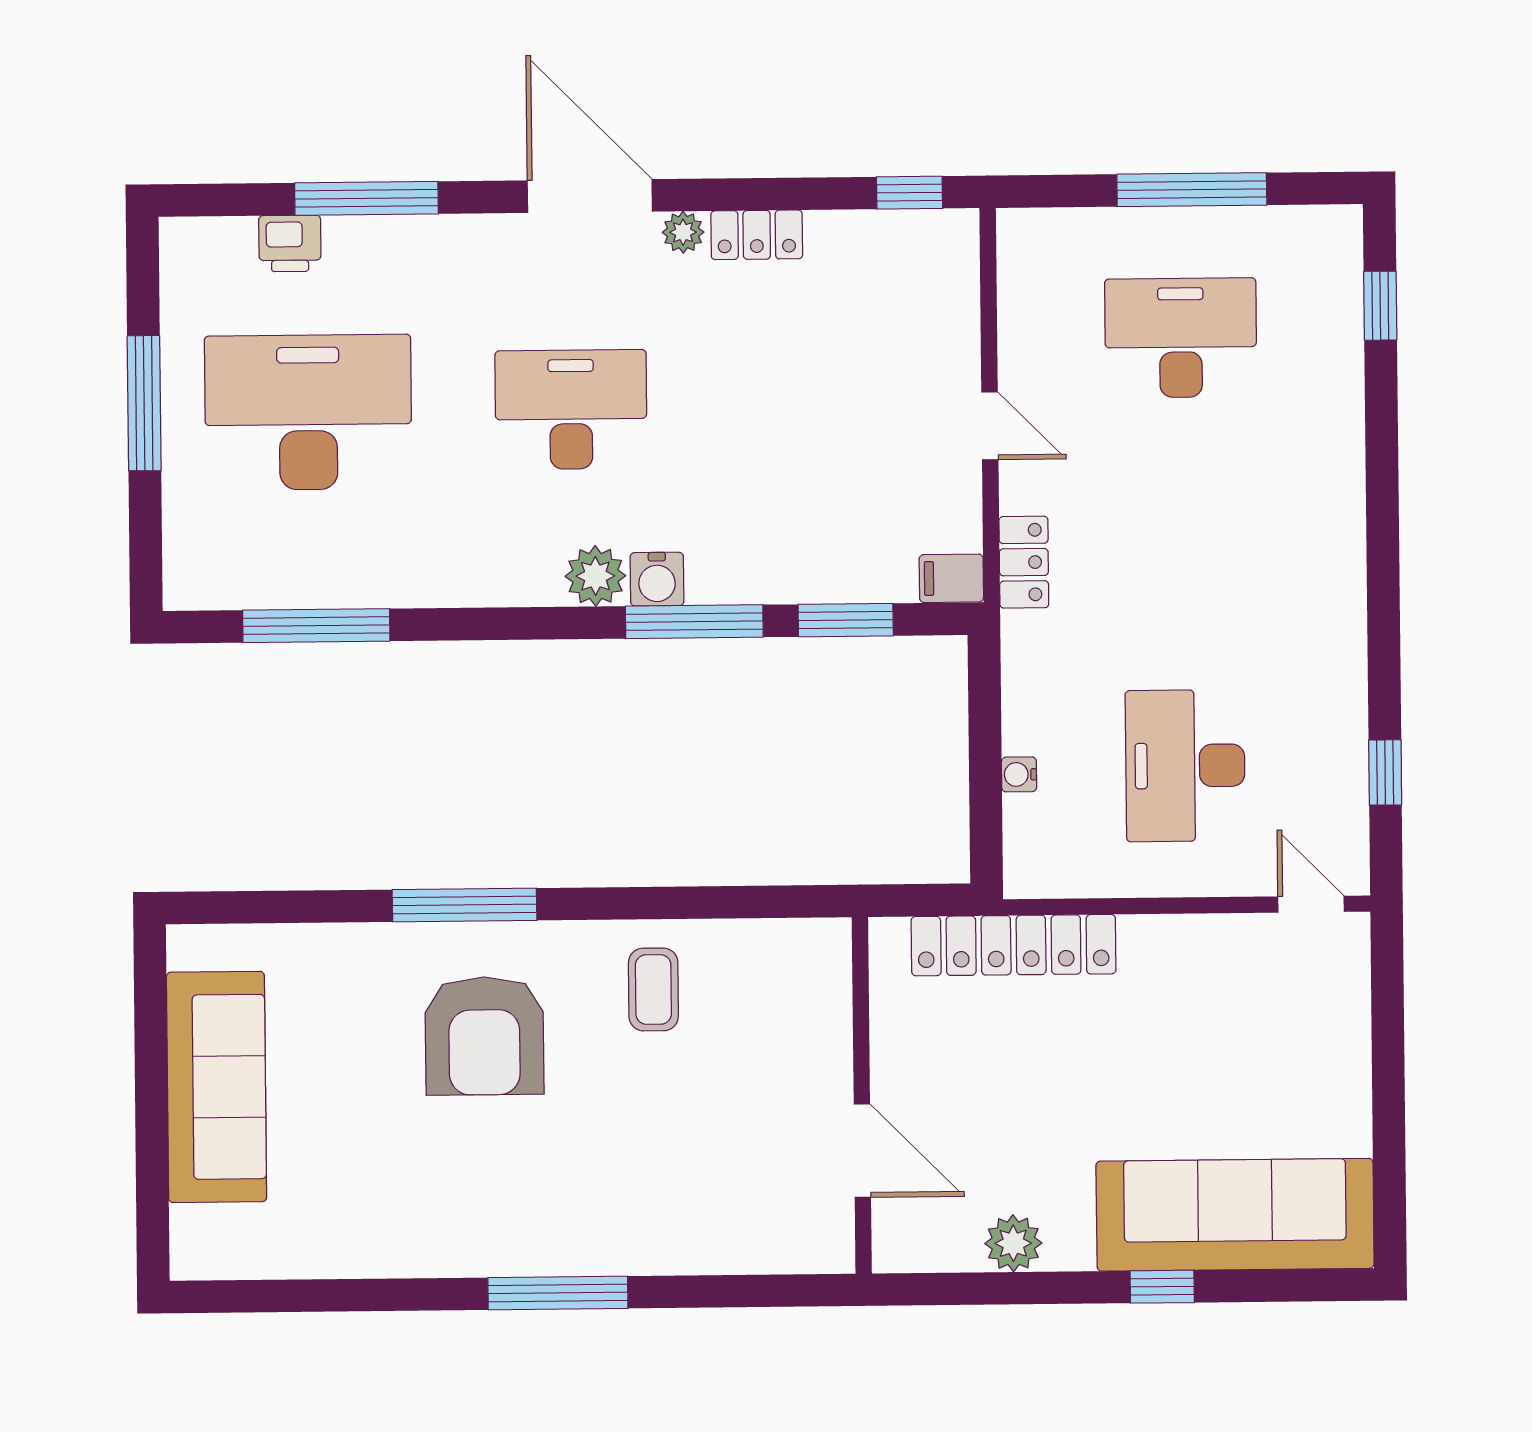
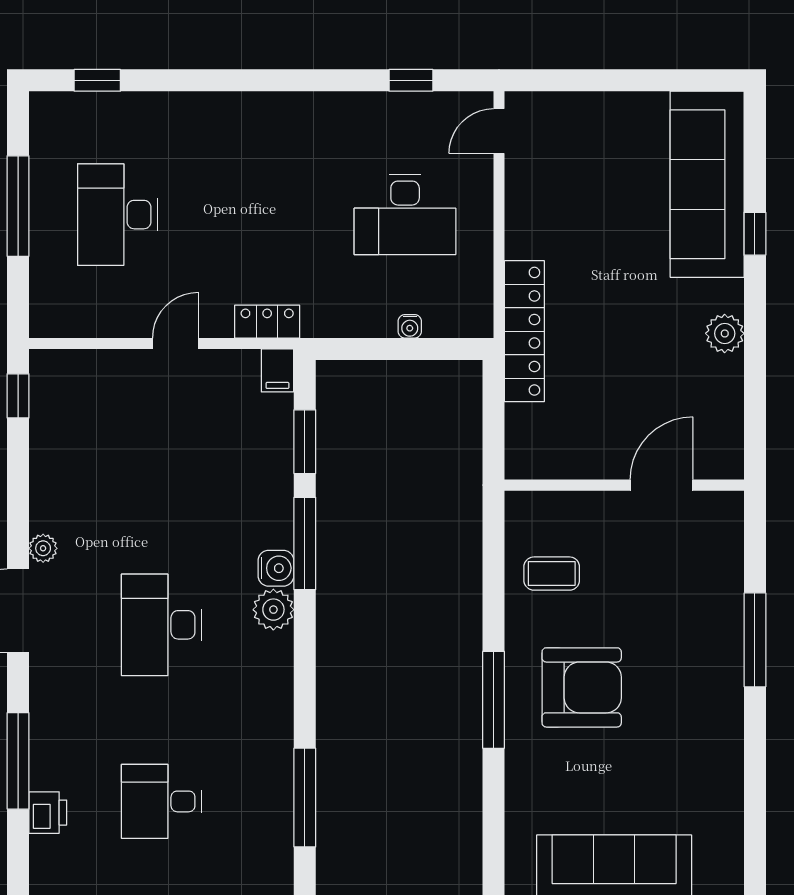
locker: (757, 235) -> (45, 499), removed
desk: (308, 412) -> (161, 801), width x0.53, depth x0.77
wall: (862, 1095) -> (624, 485), moved
door: (862, 1151) -> (661, 485), moved

